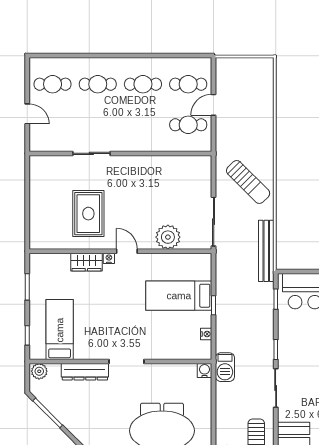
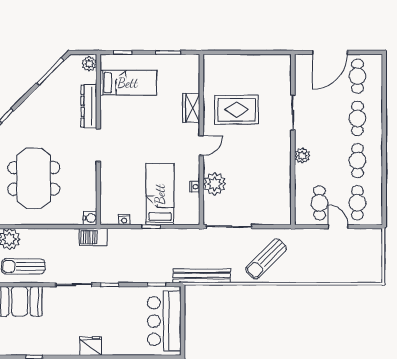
door: (27, 114) -> (330, 52), width x1.88
plant: (138, 143) -> (302, 156), added
nightstand: (109, 258) -> (195, 187), moved

